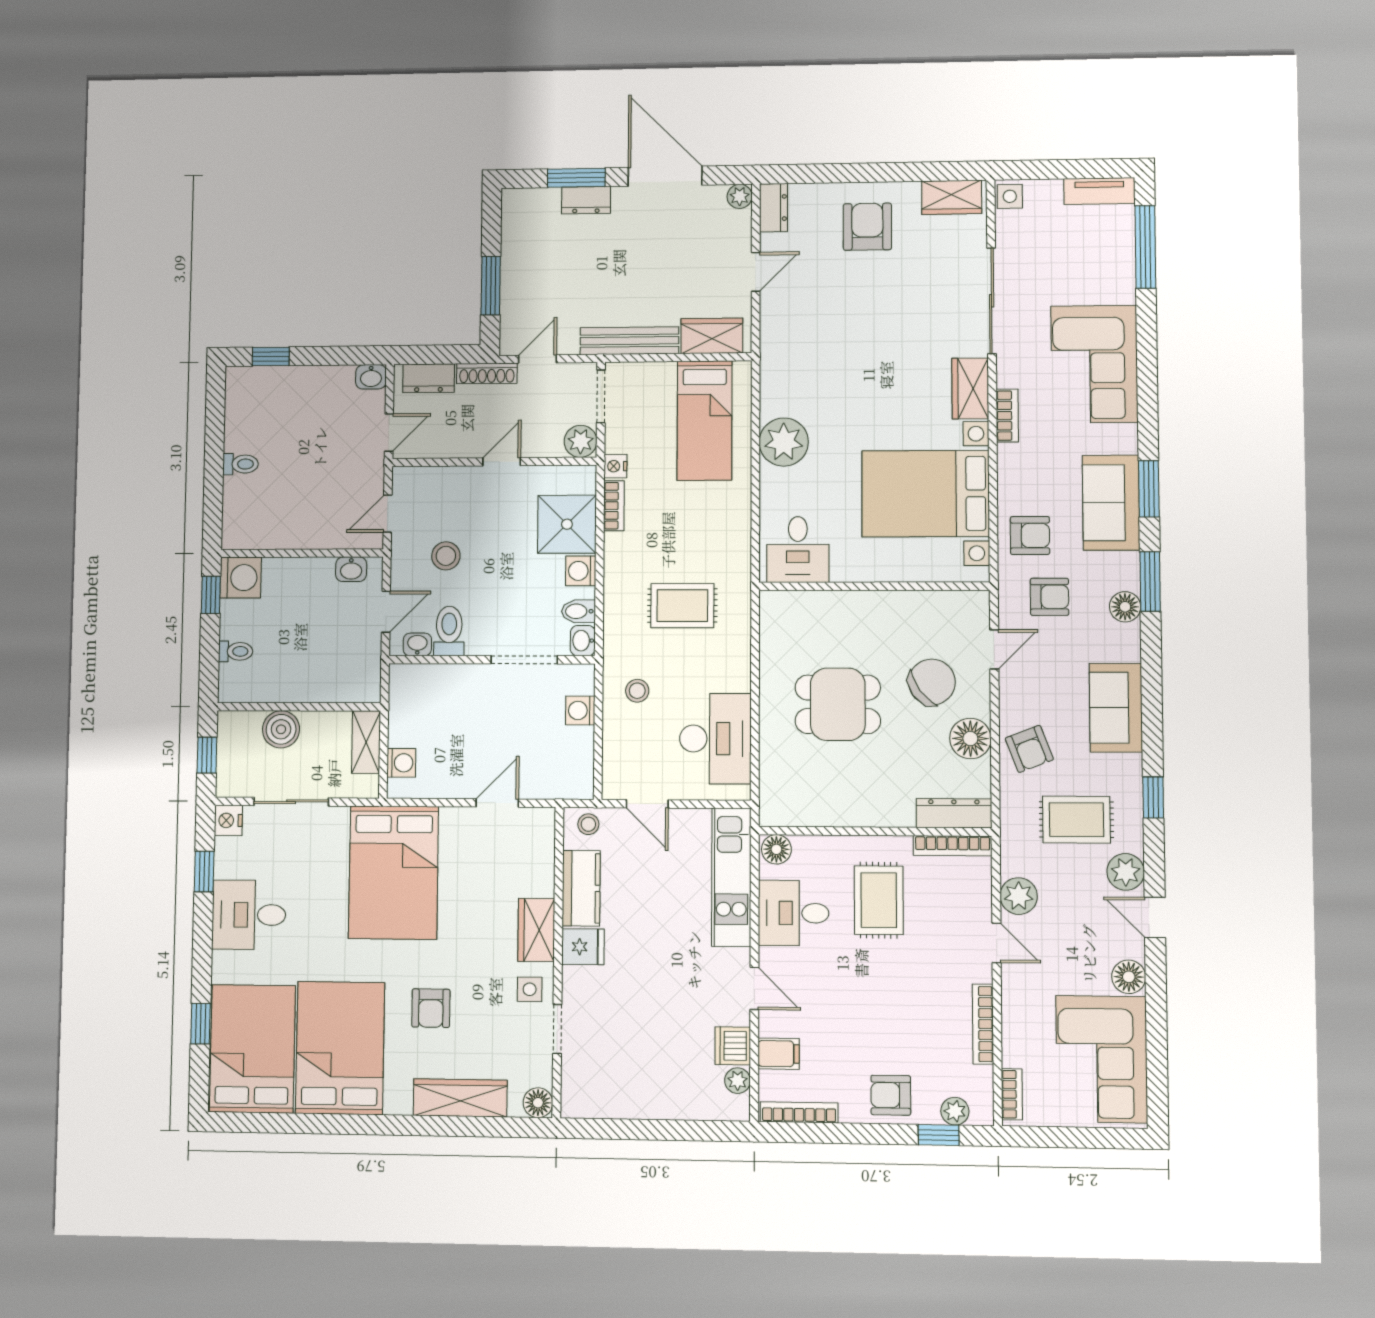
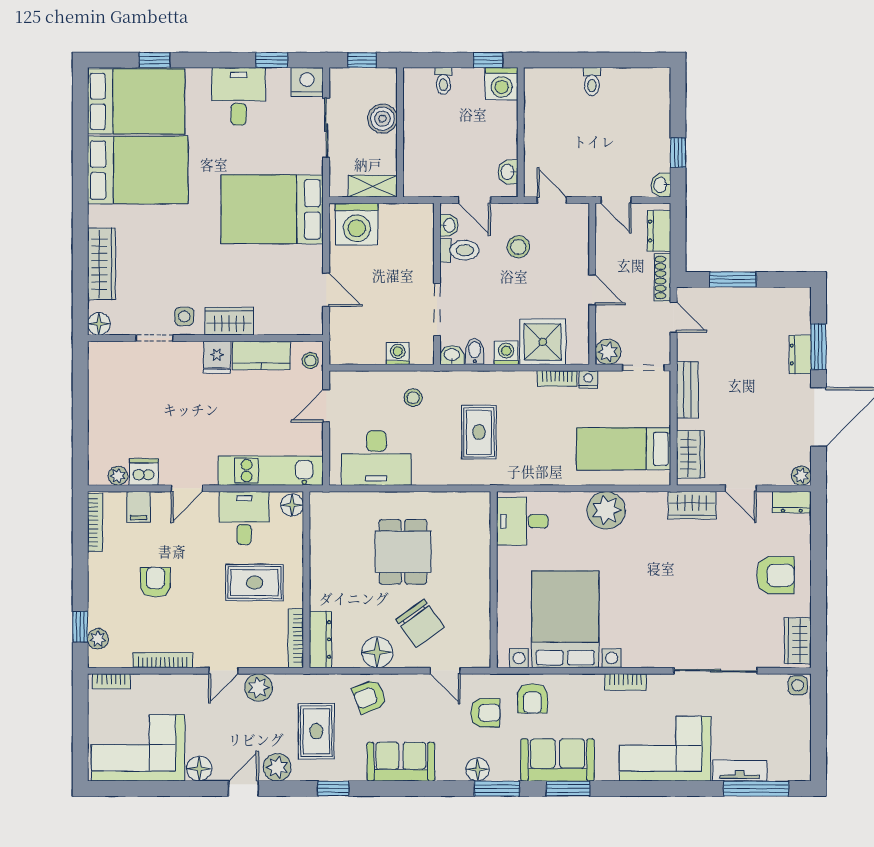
tv unit: (1099, 191) -> (740, 771), moved, turned 90
bench: (629, 341) -> (687, 390), width x0.73
window: (271, 356) -> (678, 153), moved
wardrobe: (970, 388) -> (692, 505), moved, turned 180
armchair: (1049, 597) -> (485, 713), turned -90
washing machine: (401, 763) -> (357, 224), width x1.89, depth x1.89
nightstand: (228, 820) -> (307, 82), width x1.36, depth x1.33
armchair: (431, 1008) -> (169, 240), removed
armchair: (891, 1095) -> (155, 582), moved

